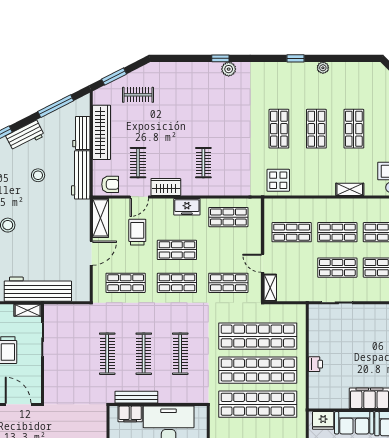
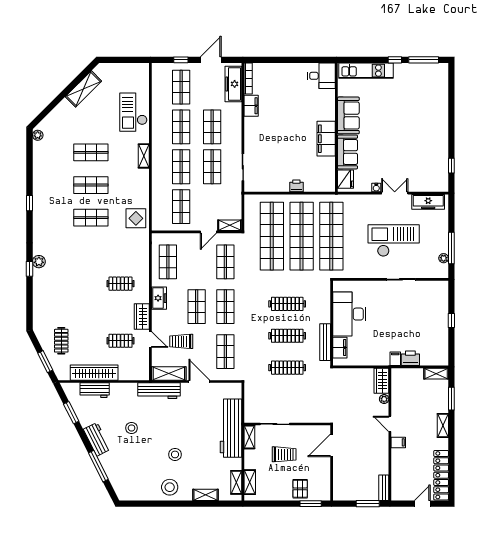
plant: (323, 68) -> (38, 135), moved
window: (56, 106) -> (71, 413), width x0.69
workbench: (81, 175) -> (159, 391), moved
armchair: (110, 184) -> (139, 365), removed

